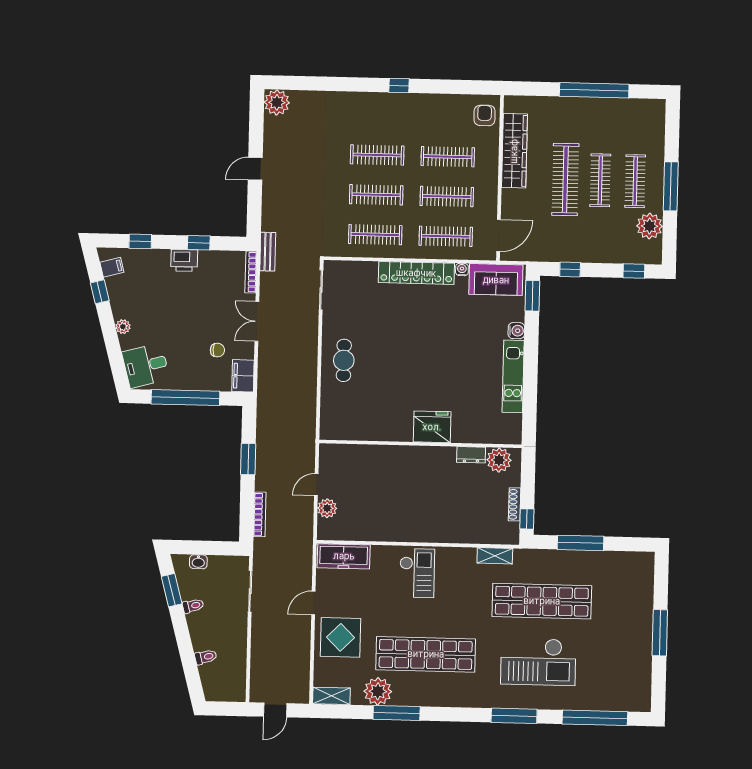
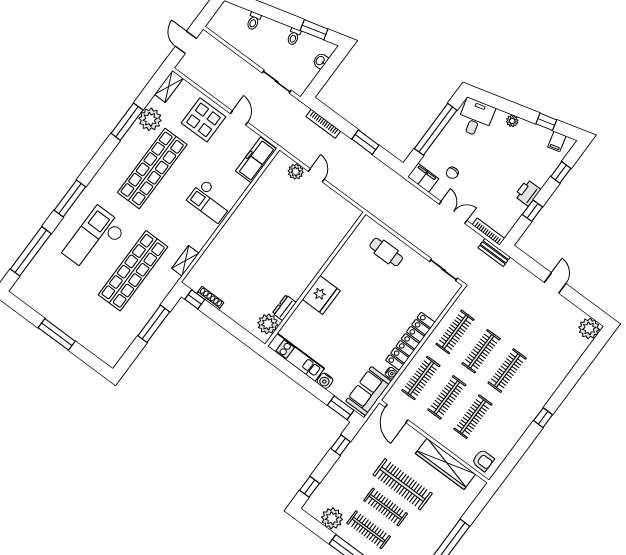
fridge: (432, 427) -> (321, 295), moved
wall: (420, 444) -> (315, 279), moved
dresser: (471, 455) -> (284, 308), moved
plant: (499, 460) -> (268, 324), moved

